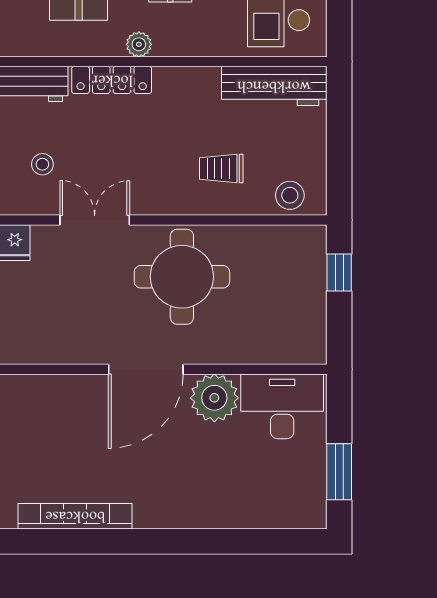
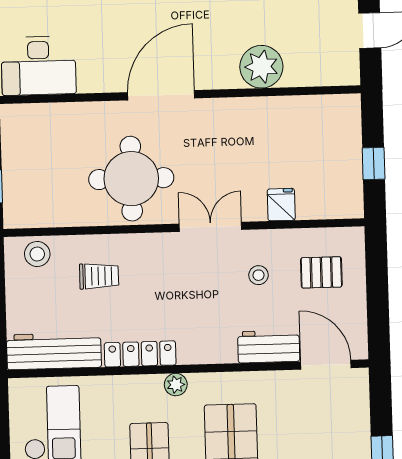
locker: (112, 80) -> (140, 354), moved
double door: (95, 220) -> (210, 227), swing flipped
plant: (214, 398) -> (261, 67), moved

